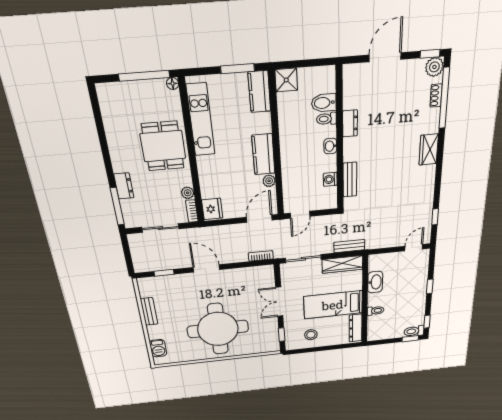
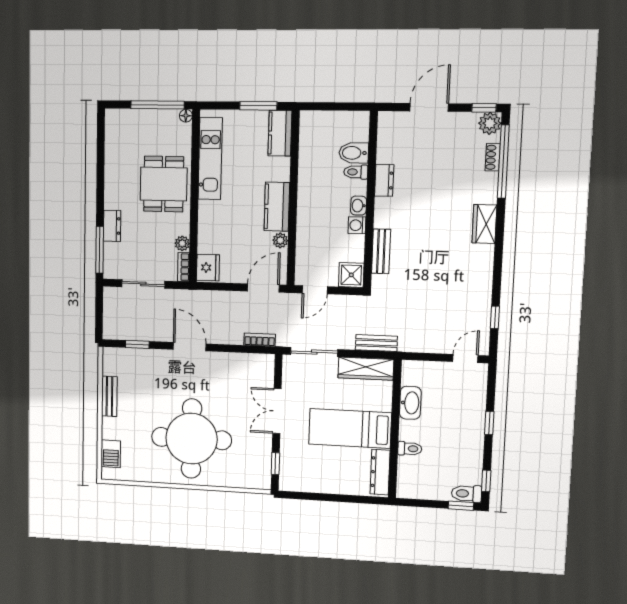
shower: (286, 80) -> (351, 275), moved
washing machine: (330, 179) -> (357, 225), moved
stool: (311, 335) -> (316, 471), removed

